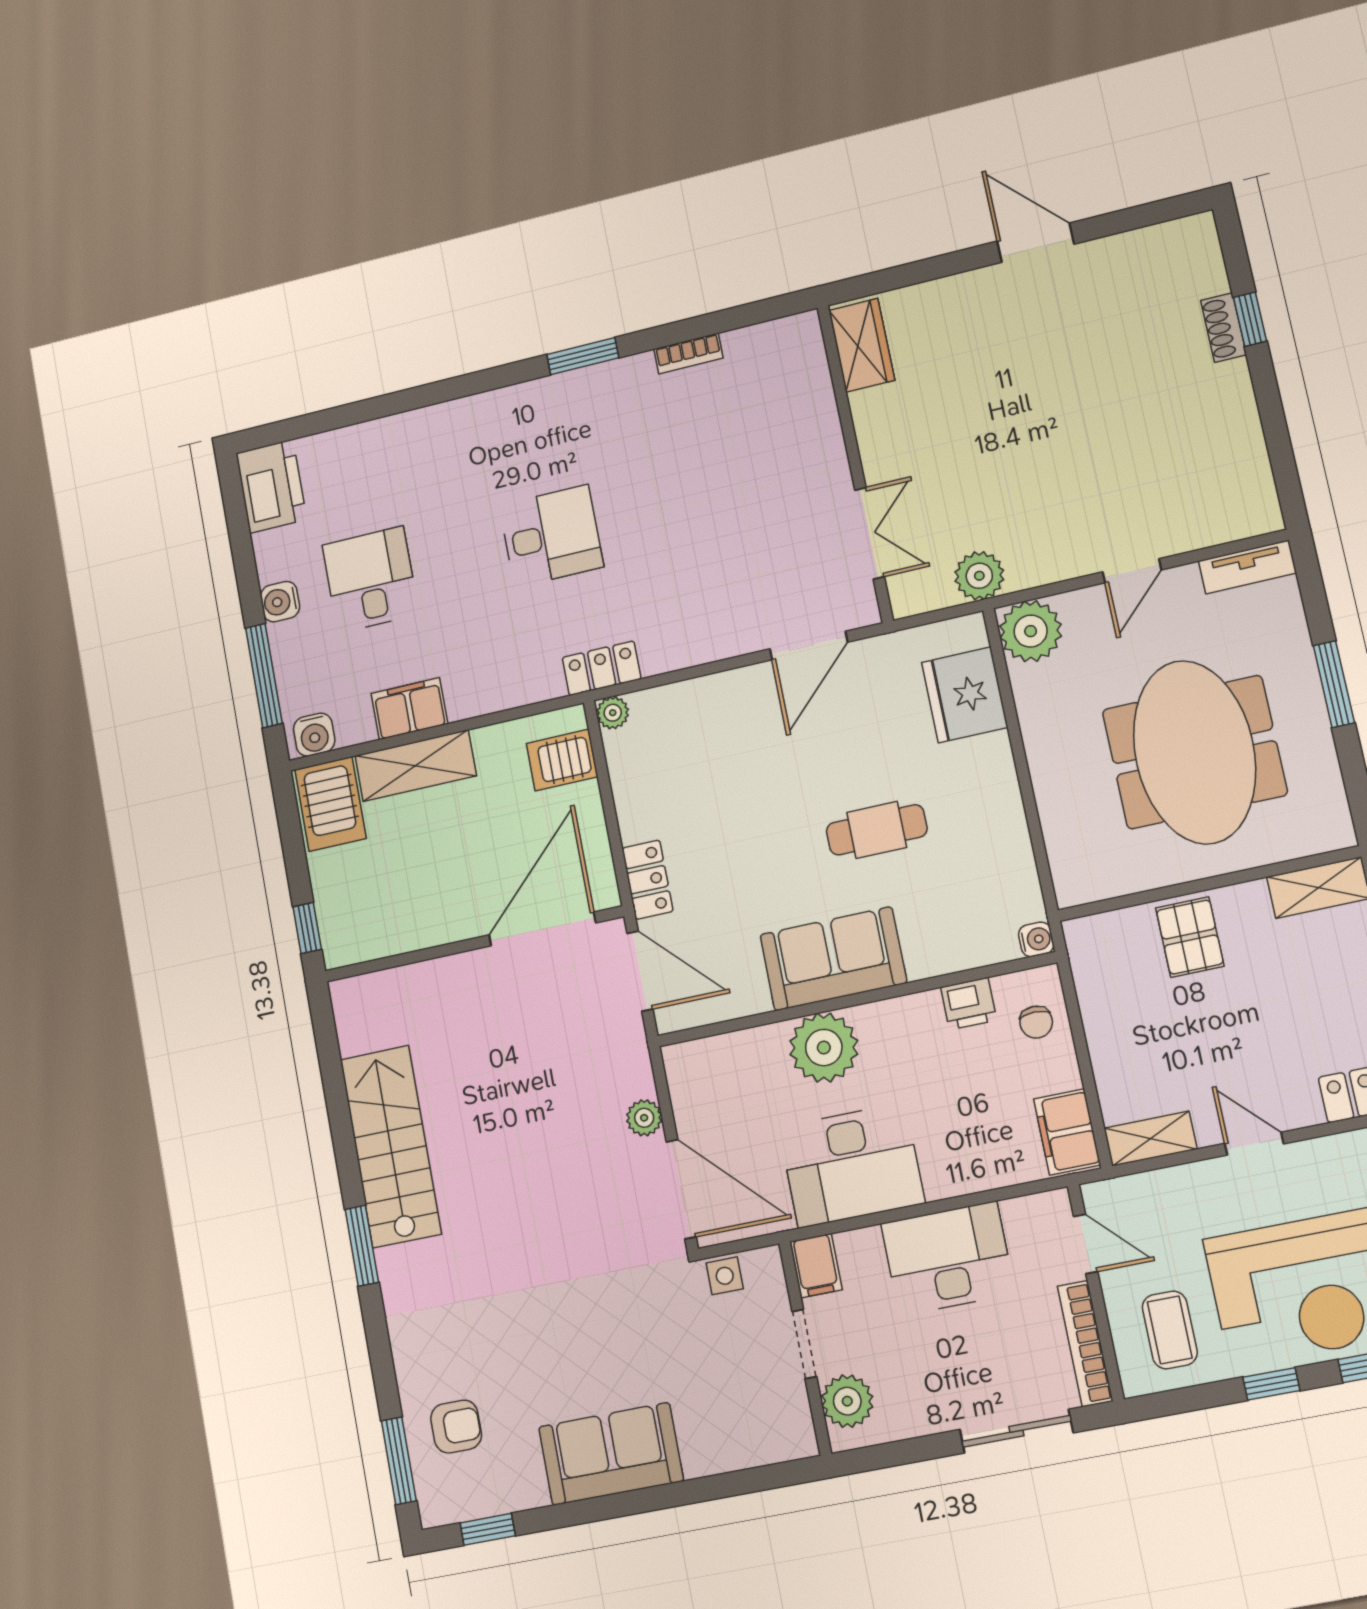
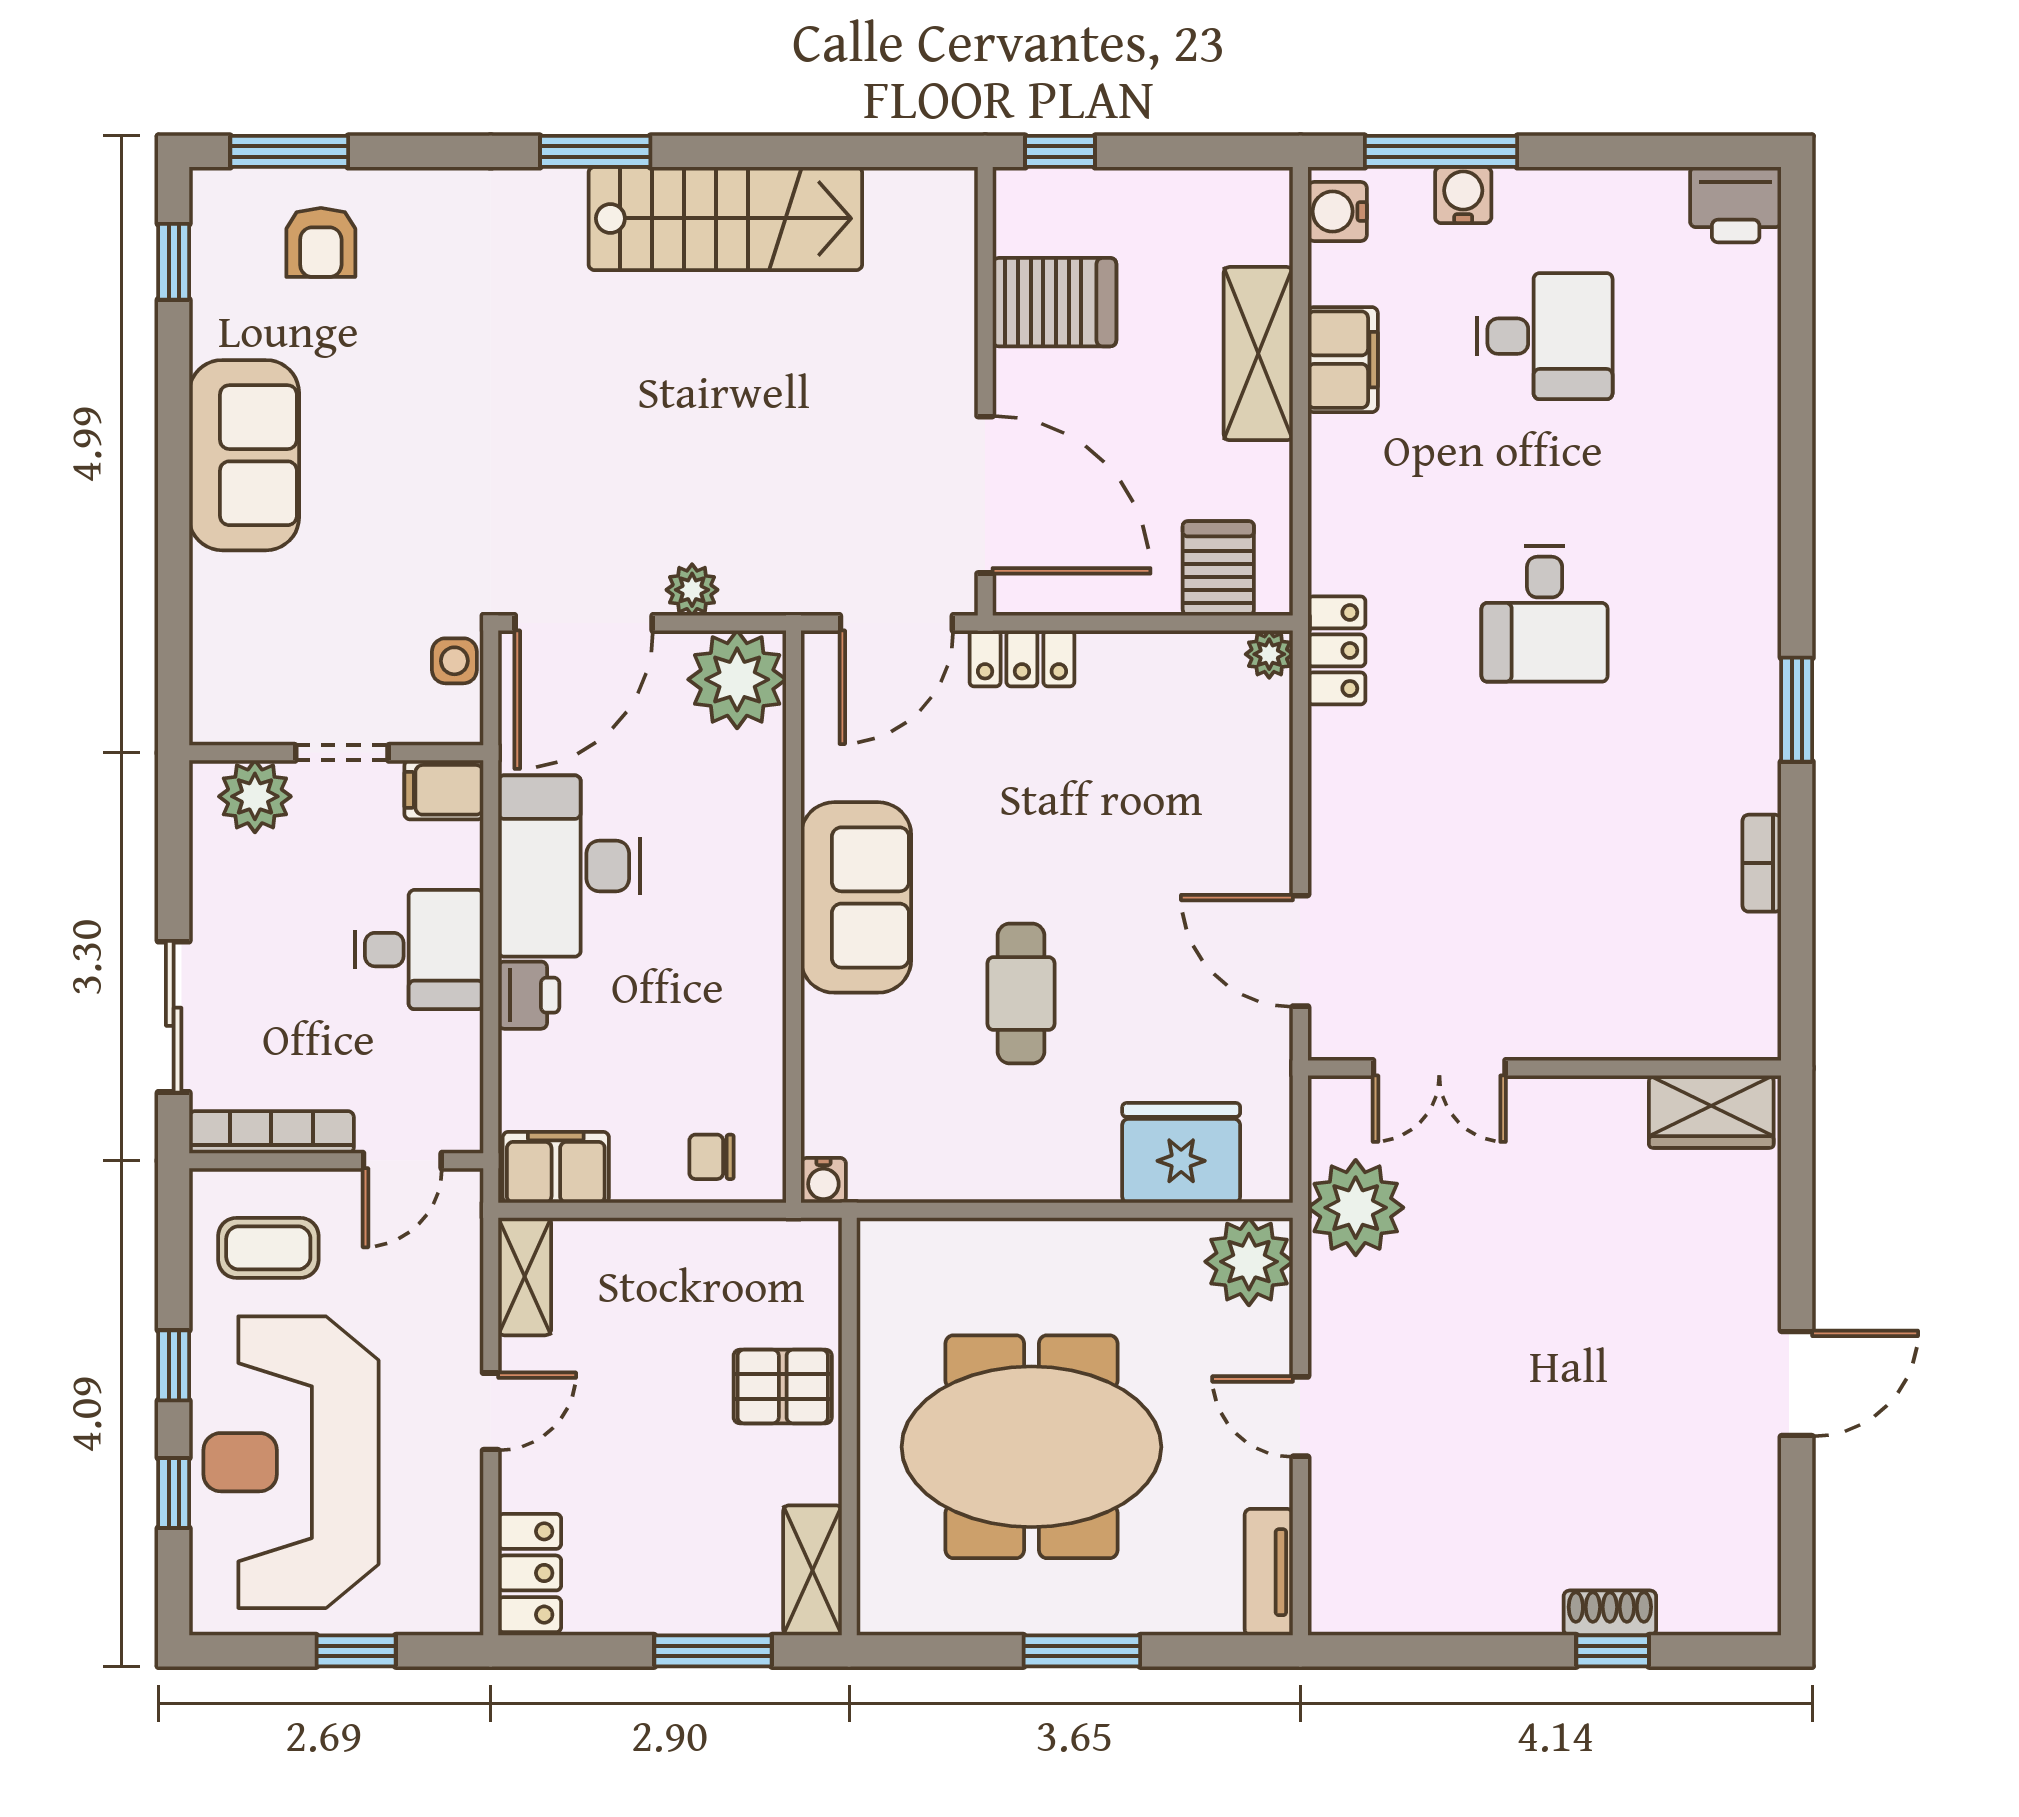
printer: (271, 486) -> (1736, 205), width x0.73, depth x0.84
plant: (979, 576) -> (1356, 1208), width x1.36, depth x1.36
water cooler: (280, 602) -> (1463, 195), moved
server rack: (331, 804) -> (1054, 302), moved, turned 180
printer: (969, 1004) -> (529, 995), moved, turned 180
plant: (824, 1048) -> (737, 679), moved
desk: (948, 1258) -> (419, 950), width x0.73

